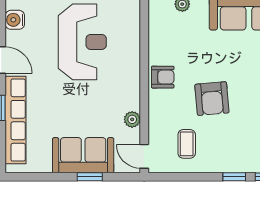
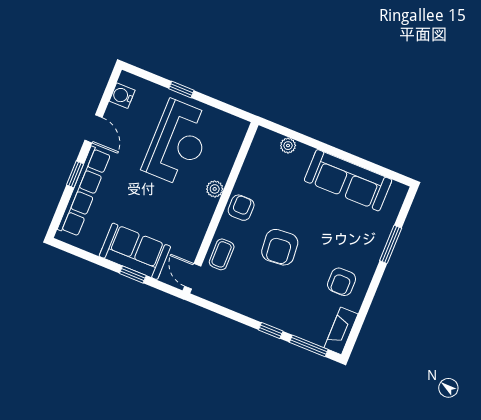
armchair: (163, 77) -> (241, 208), turned -90
plant: (132, 119) -> (215, 189), moved
coffee table: (187, 144) -> (222, 254), moved

